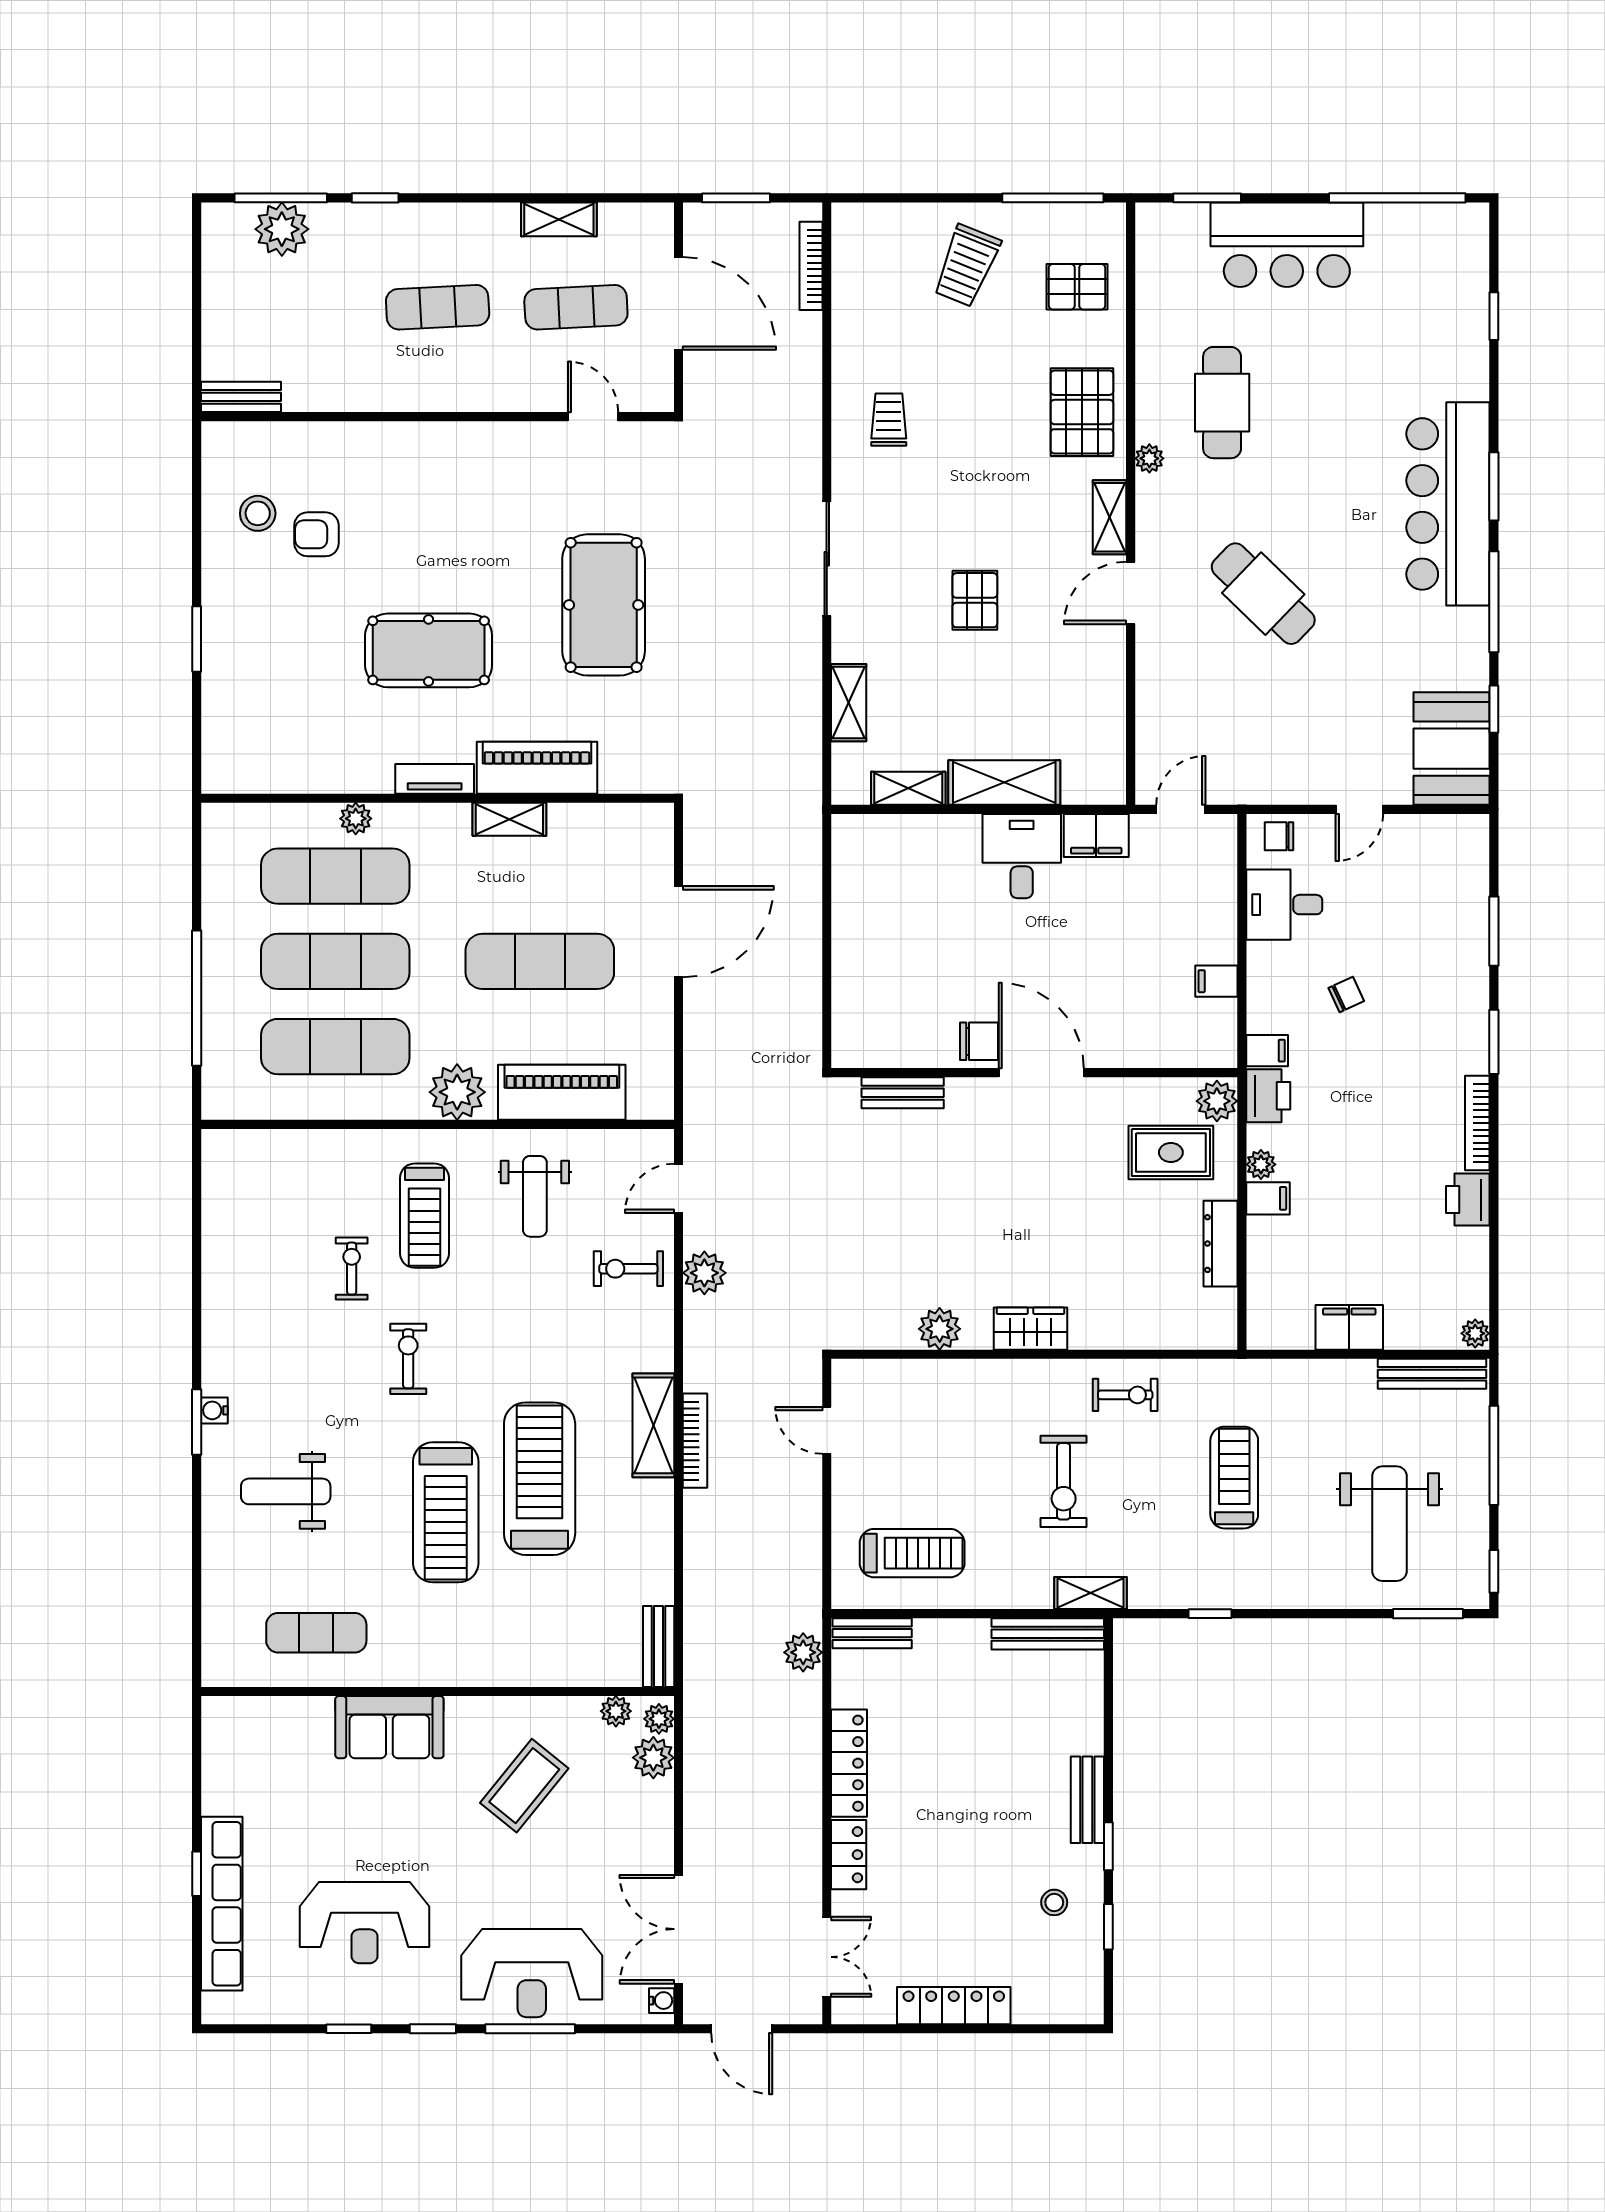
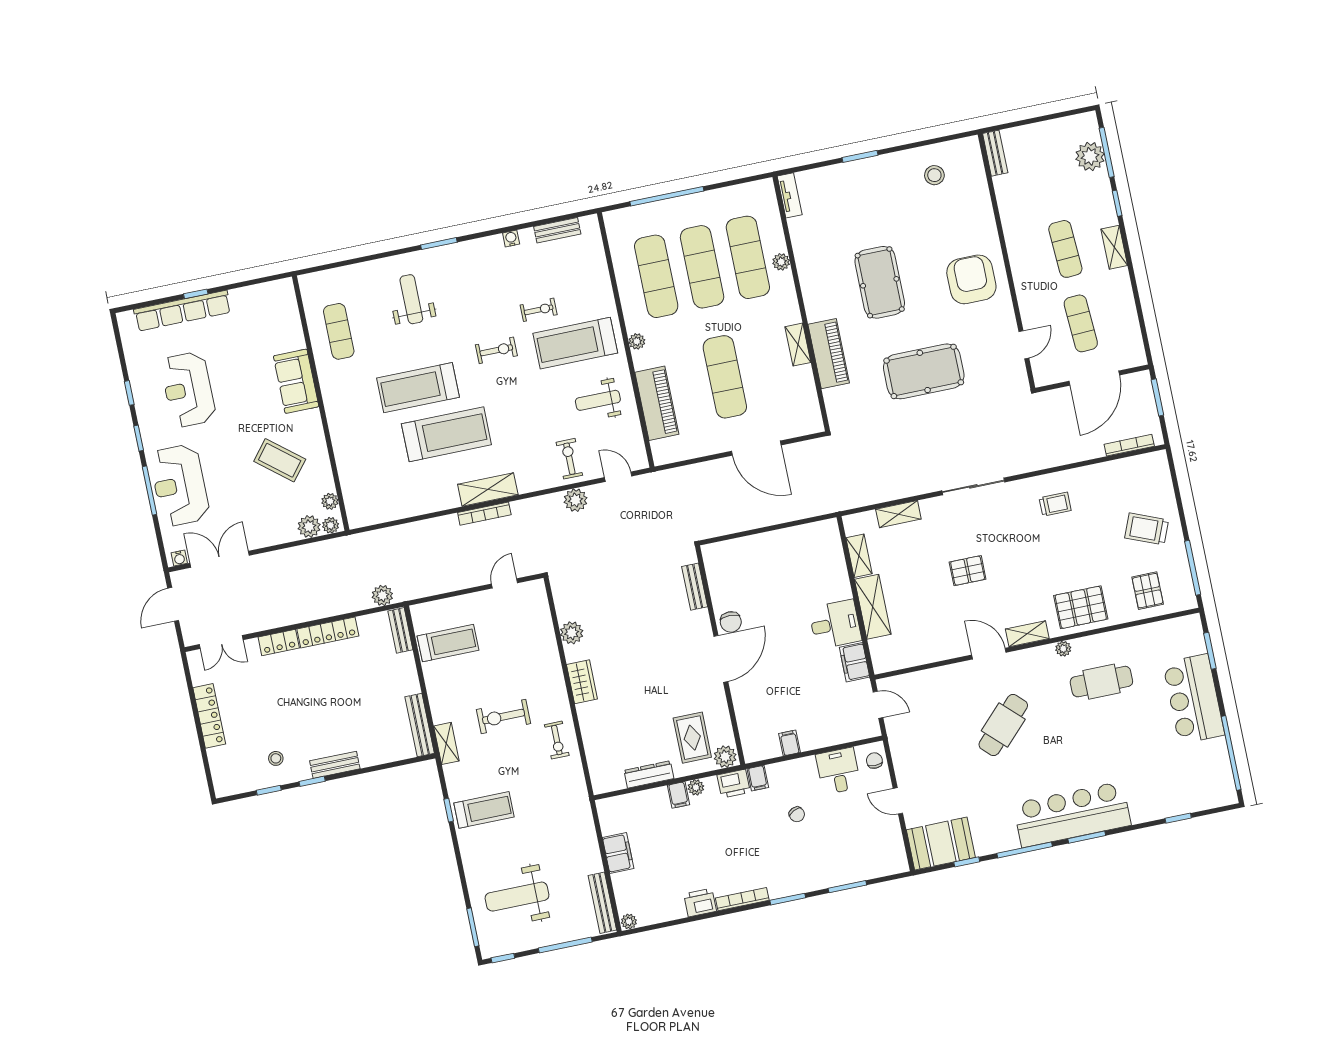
shelving: (559, 219) -> (1114, 247), moved
armchair: (316, 534) -> (971, 279), moved, width x1.88, depth x1.88
tv unit: (435, 779) -> (790, 195), moved
plant: (457, 1092) -> (637, 341), width x0.53, depth x0.53
treadmill: (425, 1216) -> (575, 343), width x1.37, depth x1.37
water cooler: (214, 1410) -> (511, 238), moved
treadmill: (1234, 1478) -> (484, 810), moved
treadmill: (912, 1553) -> (448, 643), turned -90
bench: (659, 1646) -> (557, 230), moved

